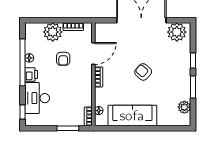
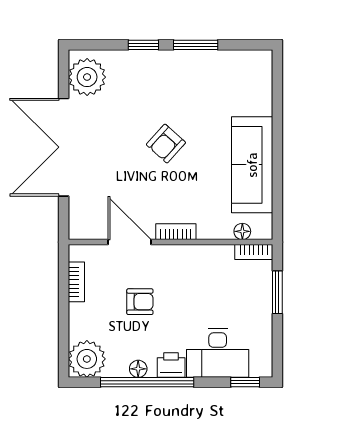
plant: (53, 32) -> (87, 359), moved
plant: (184, 107) -> (236, 62), removed

